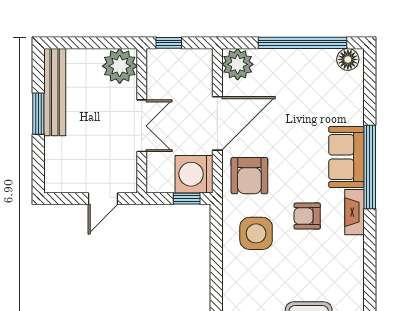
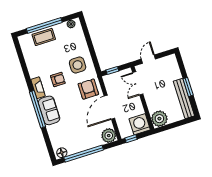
window: (169, 43) -> (131, 139), moved
double door: (142, 126) -> (138, 83), moved
washing machine: (194, 174) -> (140, 124), moved, turned -90

